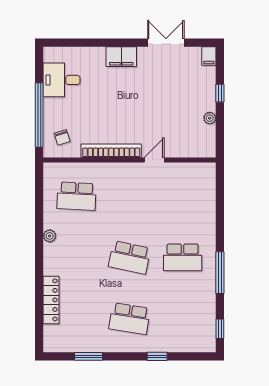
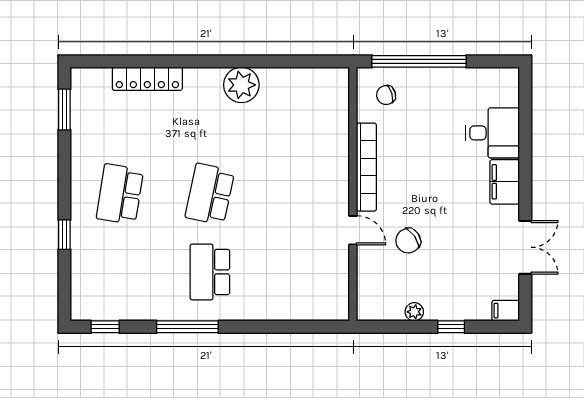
desk: (61, 80) -> (492, 133), moved, turned 90
chair: (161, 122) -> (408, 241), added
school desk: (77, 196) -> (300, 116), removed
plant: (50, 236) -> (241, 85), width x1.88, depth x1.88
window: (89, 356) -> (64, 110), moved

